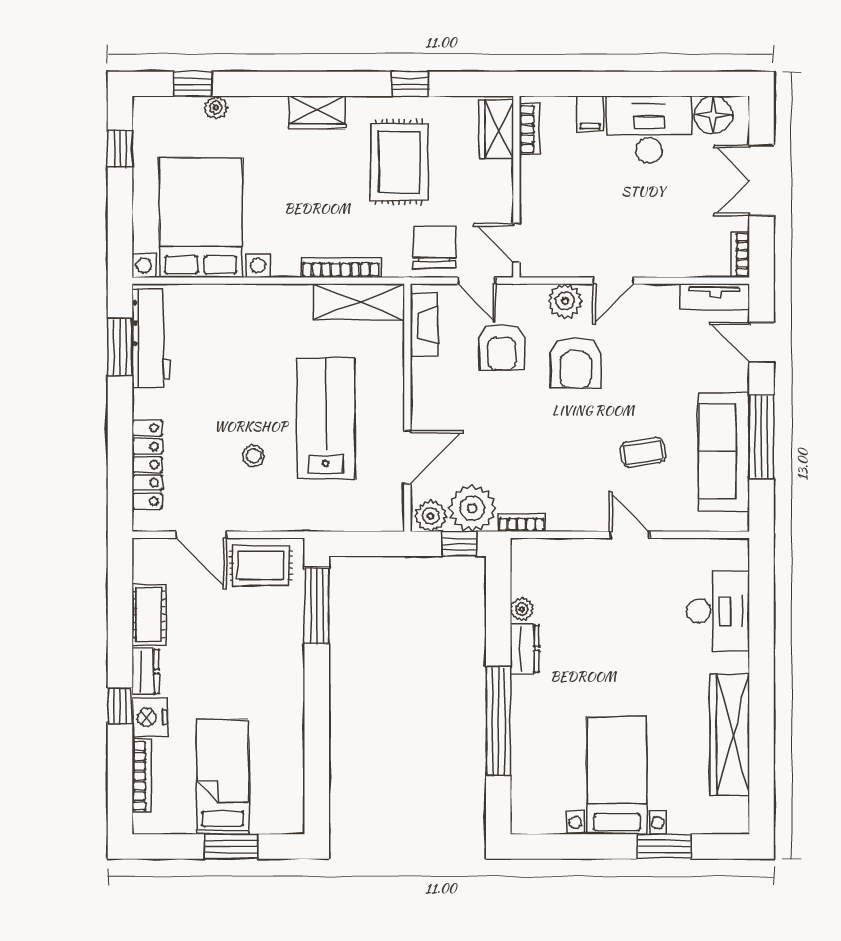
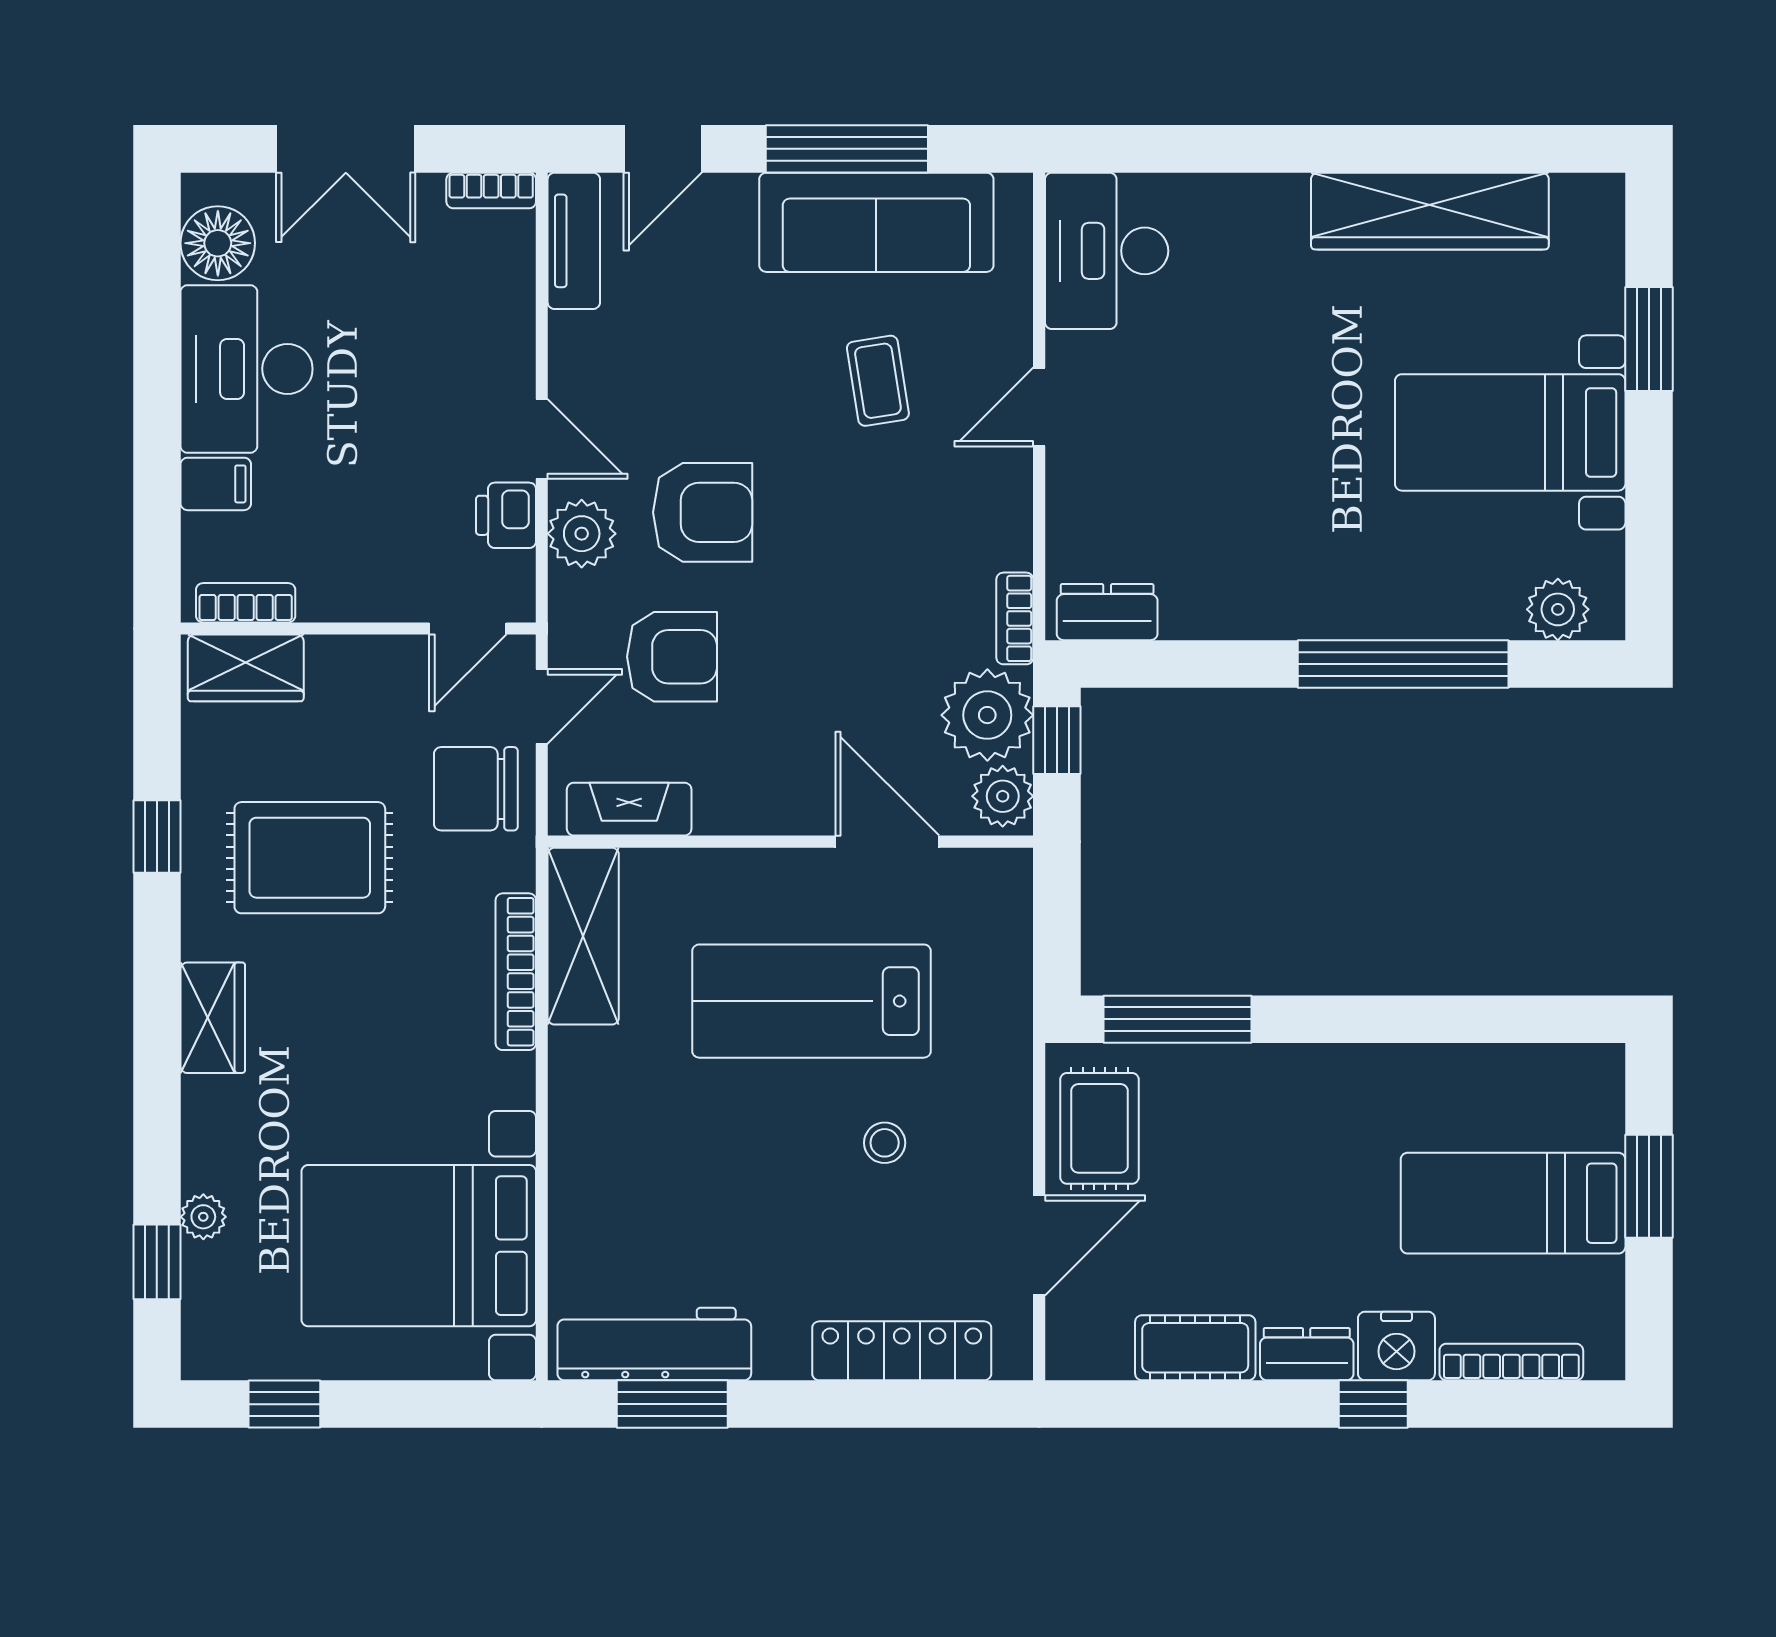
printer: (574, 262) -> (506, 515), added
plant: (522, 609) -> (1558, 609), moved, width x1.38, depth x1.38
desk: (718, 611) -> (1107, 251), moved, turned -90
dresser: (525, 649) -> (1107, 612), moved

